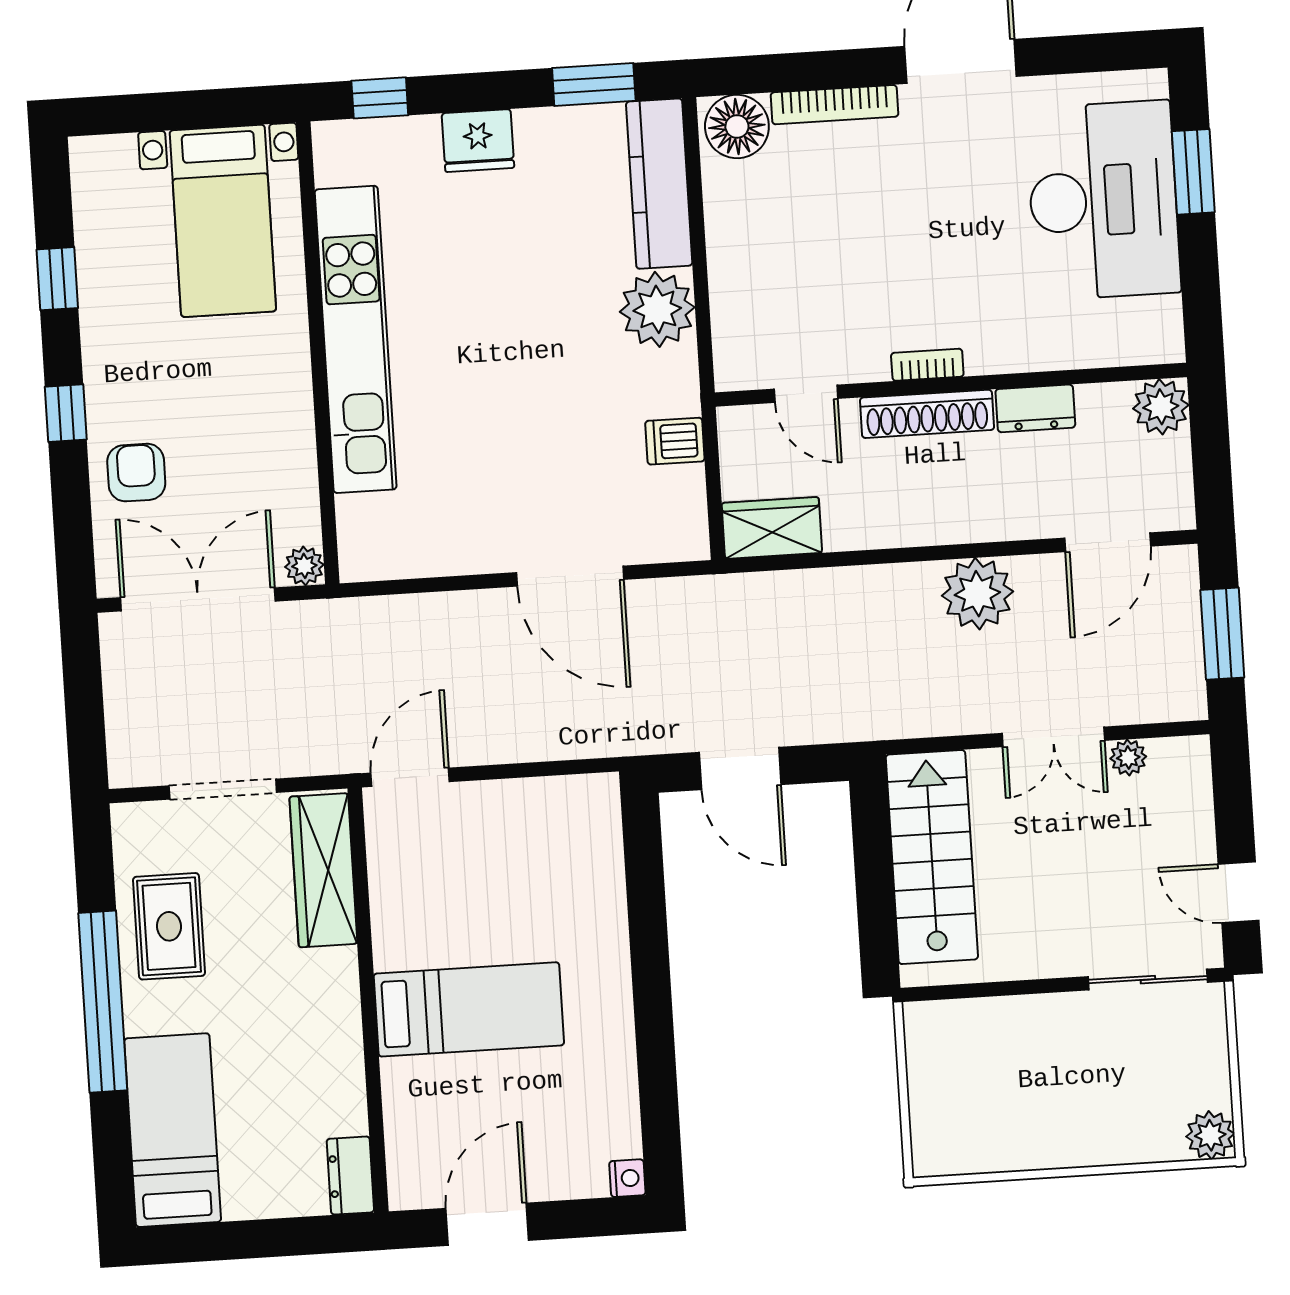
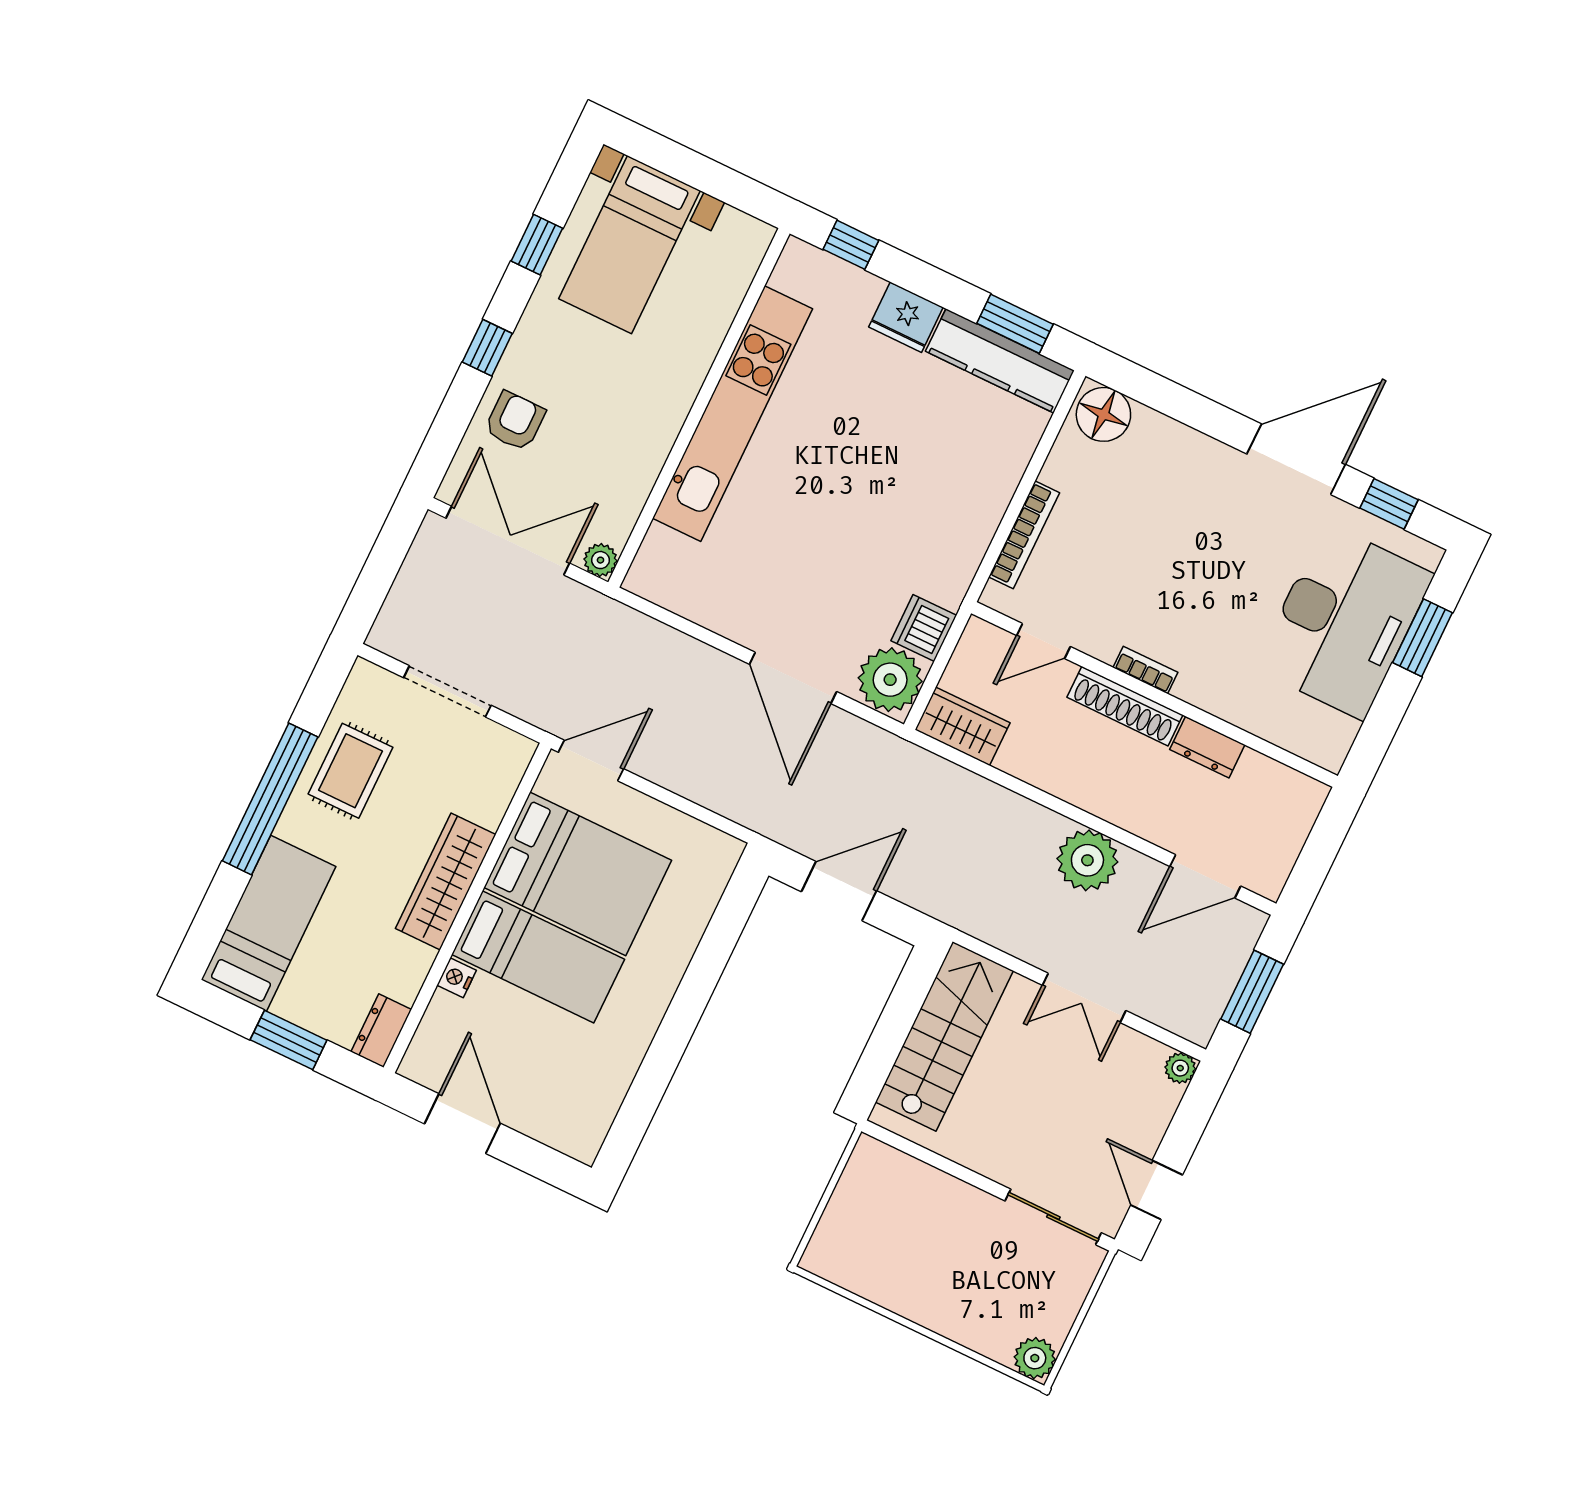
window: (1082, 54) -> (1389, 504), added
bookcase: (834, 105) -> (1024, 535), moved, turned -90
kitchen counter: (659, 184) -> (1000, 361), moved, turned -90
bed with nightstands: (223, 221) -> (630, 245), moved
plant: (657, 309) -> (890, 680), moved
door: (806, 394) -> (1043, 641), hinge flipped
plant: (1161, 407) -> (1301, 798), removed
dishwasher: (675, 441) -> (924, 628), width x1.38
plant: (1128, 758) -> (1180, 1068), moved
door: (740, 769) -> (839, 891), swing flipped
wardrobe: (323, 870) -> (446, 882), moved
bed: (462, 901) -> (578, 874), added
nightstand: (627, 1178) -> (457, 978), moved, turned 180
door: (487, 1224) -> (462, 1124), hinge flipped
window: (261, 1239) -> (289, 1040), added

